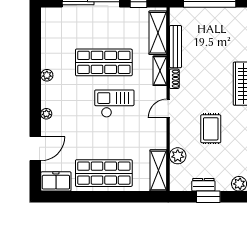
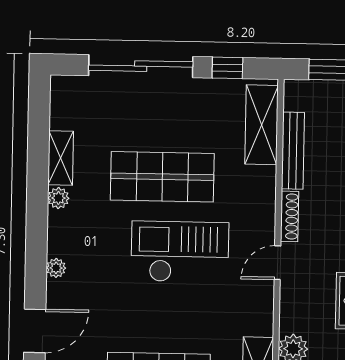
shelving: (160, 71) -> (61, 158), moved
shoe rack: (174, 79) -> (290, 216), width x1.43
checkout: (114, 104) -> (180, 252), width x1.36, depth x1.21

